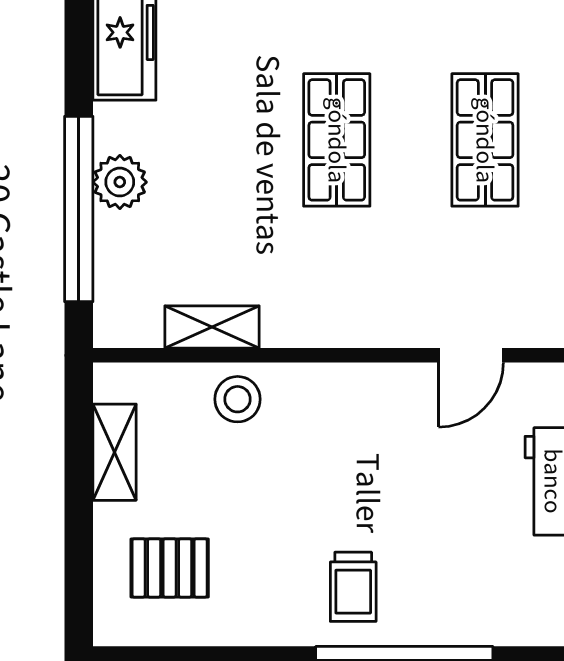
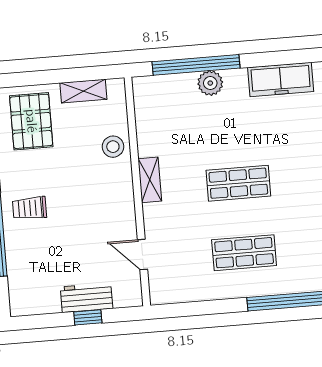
shelving: (212, 327) -> (150, 180), moved
pallet: (170, 568) -> (31, 121), width x1.50, depth x1.42

